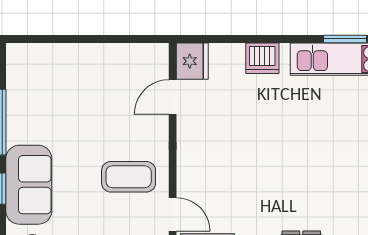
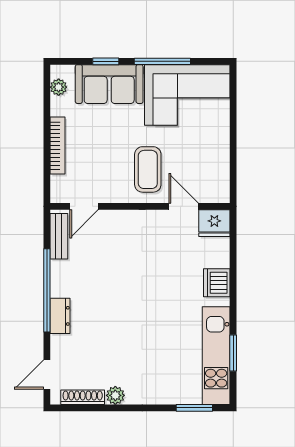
corner sofa: (42, 93) -> (187, 95), added
coffee table: (129, 177) -> (148, 169), moved

